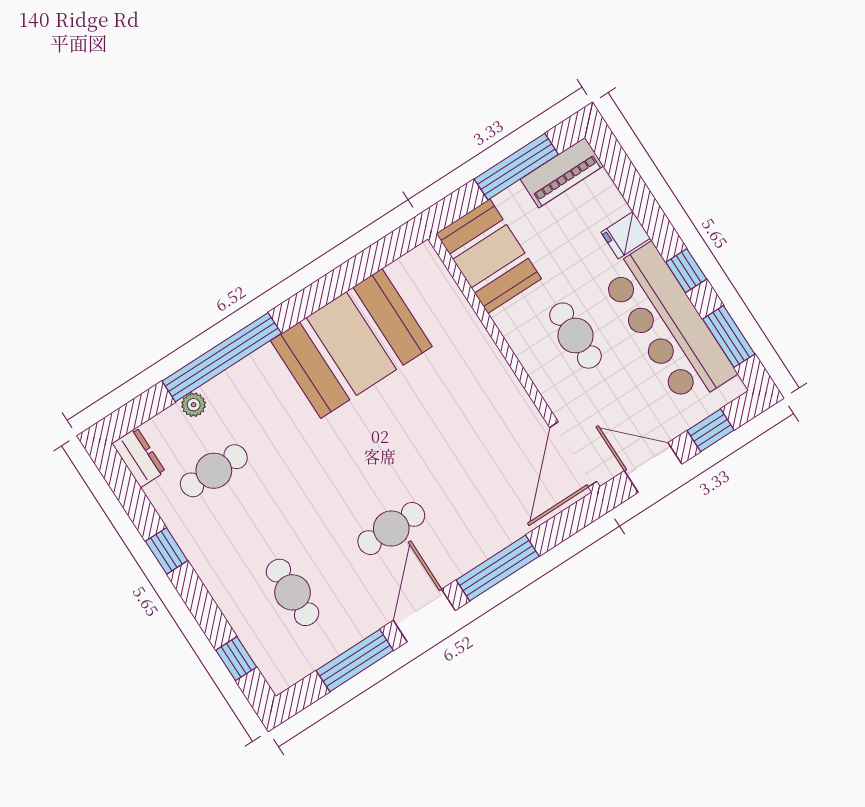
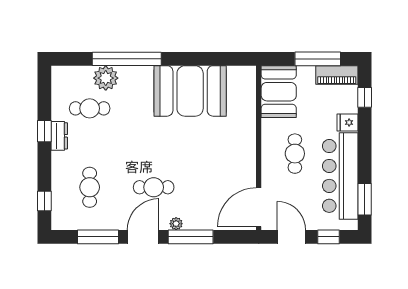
window: (686, 271) -> (365, 97), moved
plant: (194, 405) -> (106, 78), width x1.87, depth x1.87
dresser: (139, 458) -> (59, 136), moved
plant: (462, 562) -> (176, 224), added

